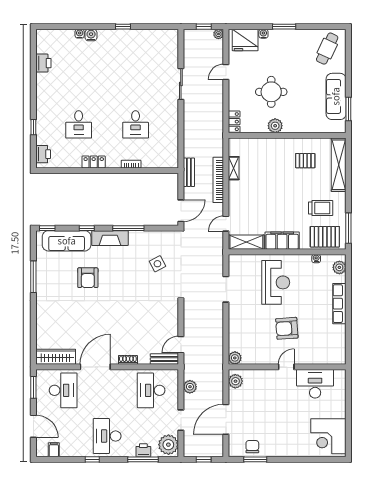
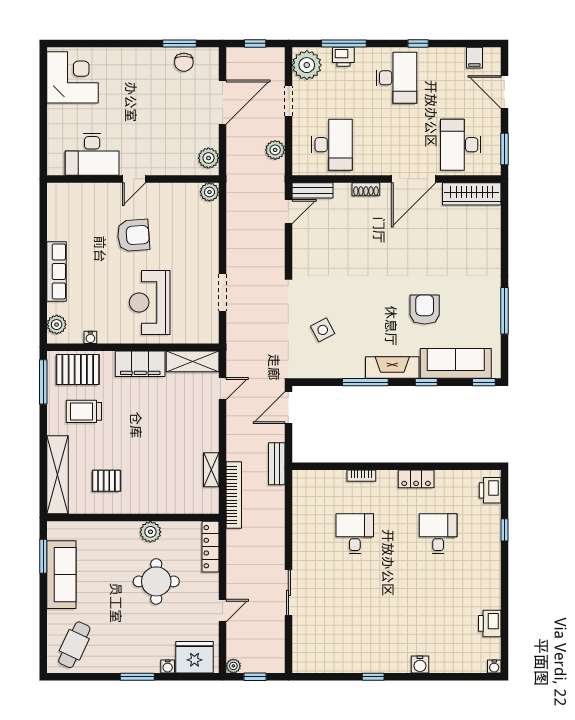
water cooler: (80, 34) -> (494, 667), moved
locker: (234, 122) -> (210, 547), width x1.53
bookcase: (218, 180) -> (234, 495), moved

